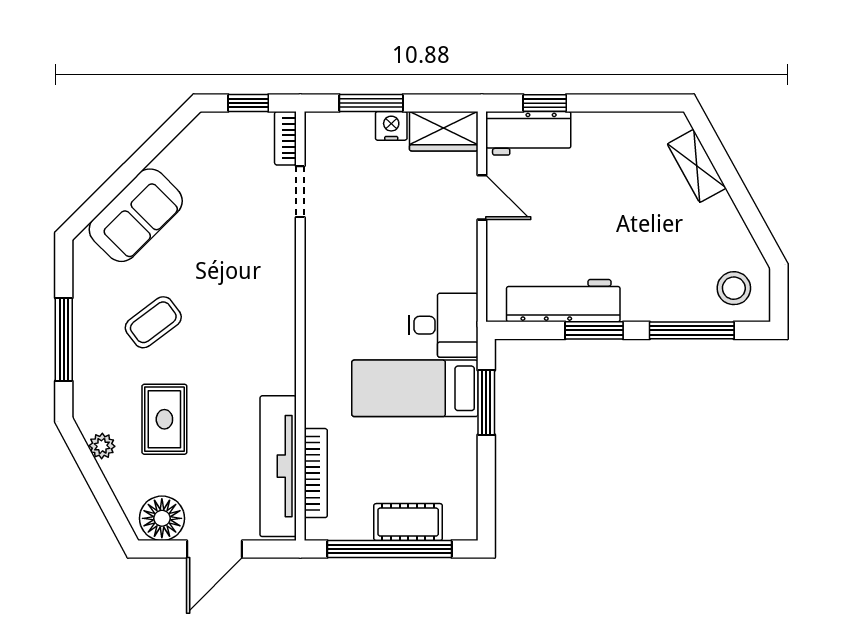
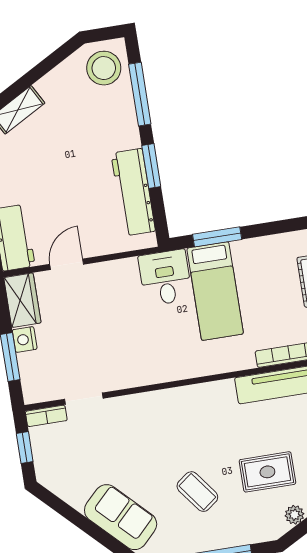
stool: (734, 288) -> (104, 68), width x1.38, depth x1.38

